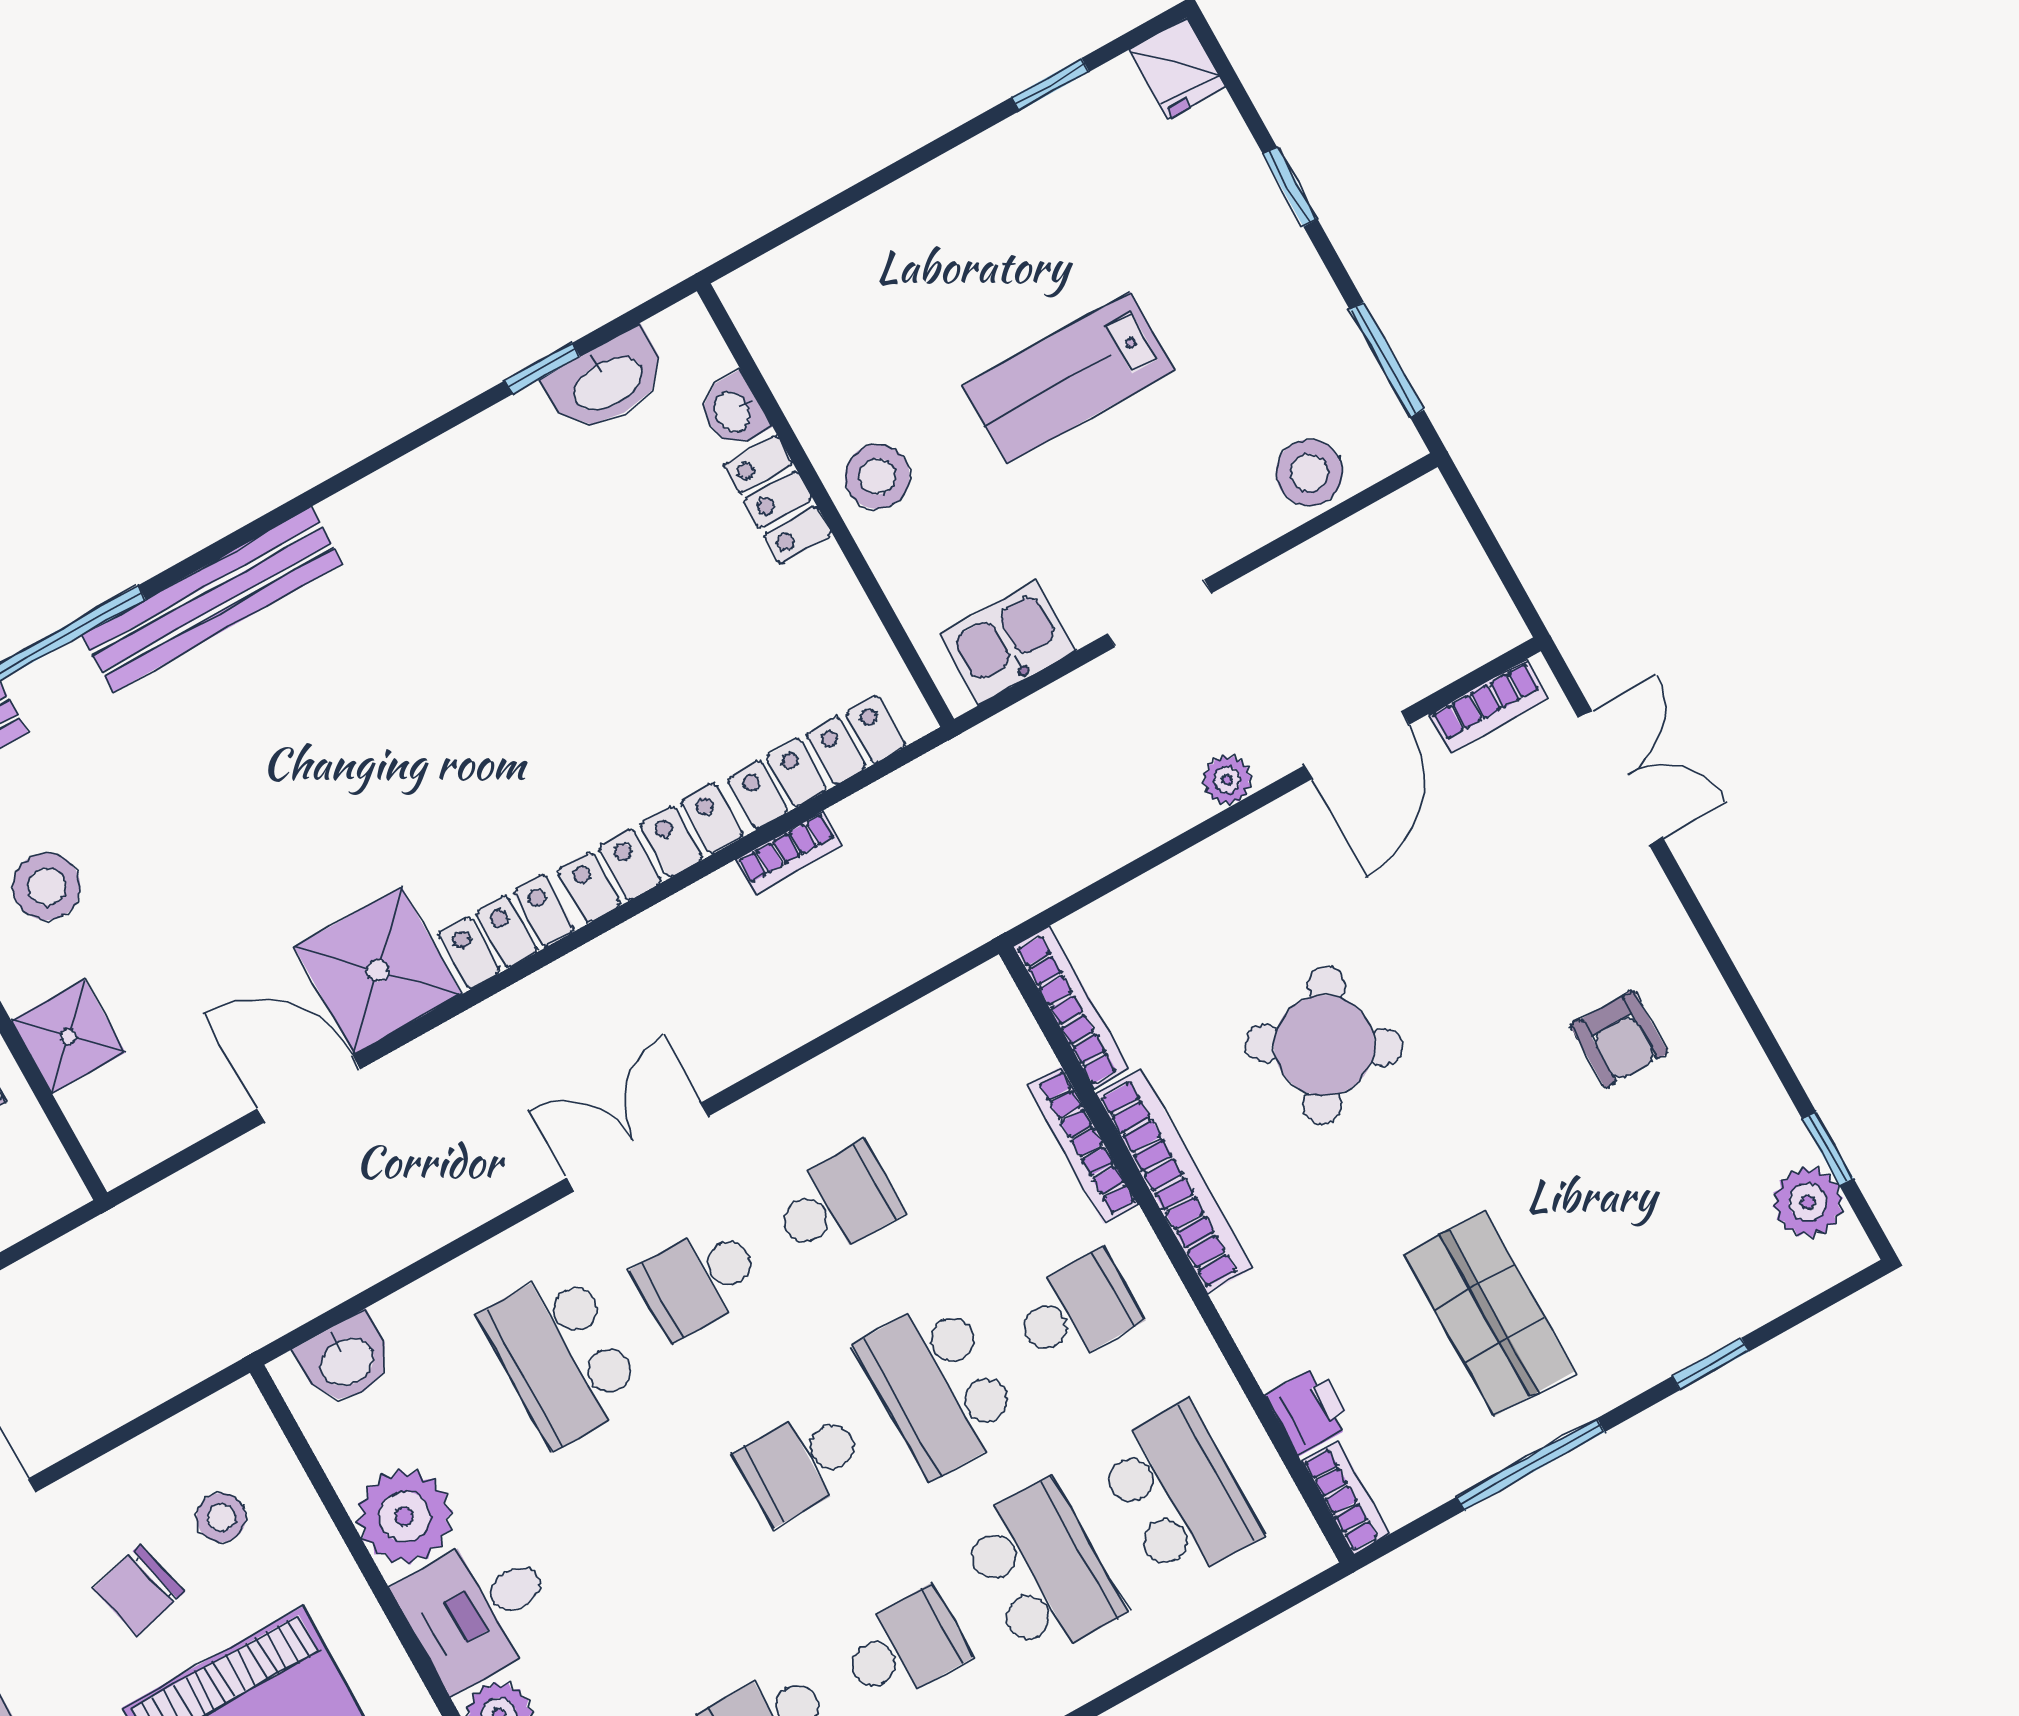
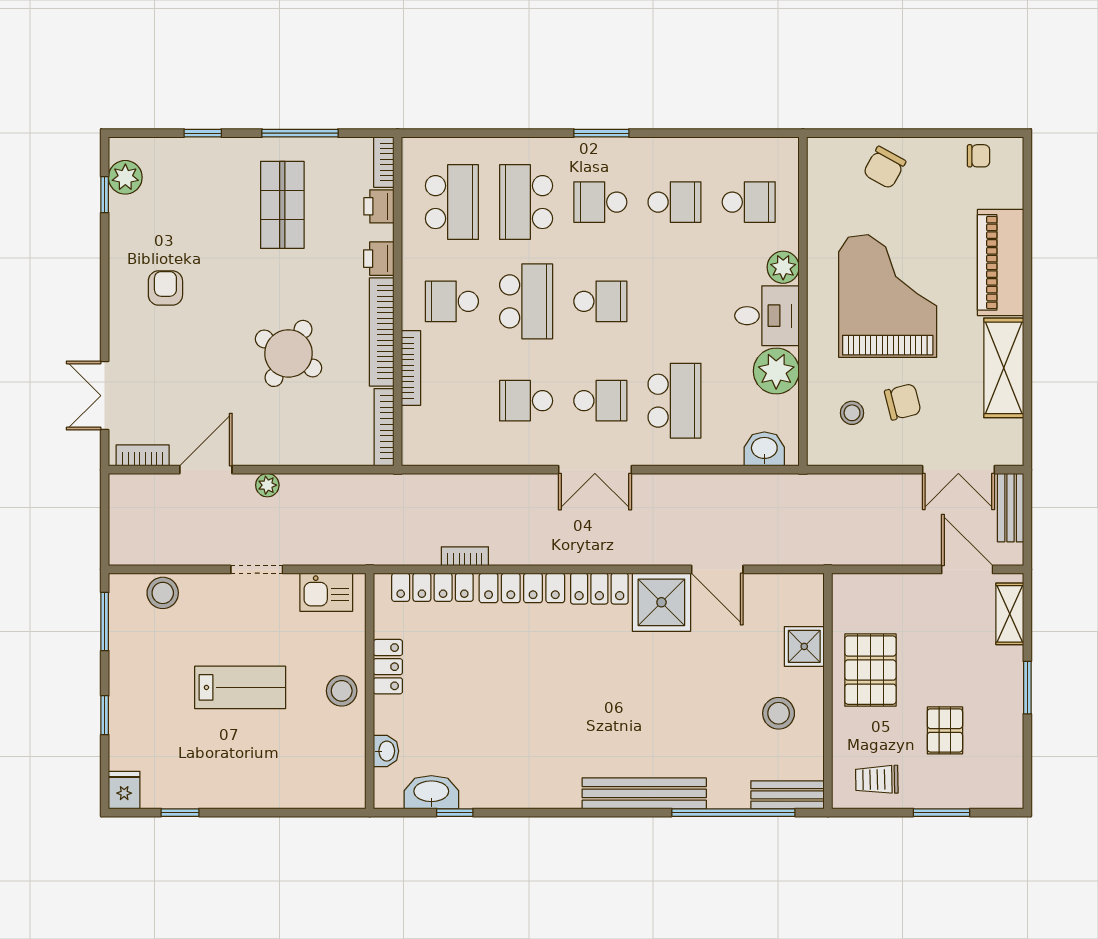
locker: (778, 500) -> (388, 667), moved
printer: (1255, 1314) -> (379, 259), added
school desk: (1178, 1494) -> (452, 202), turned 180

